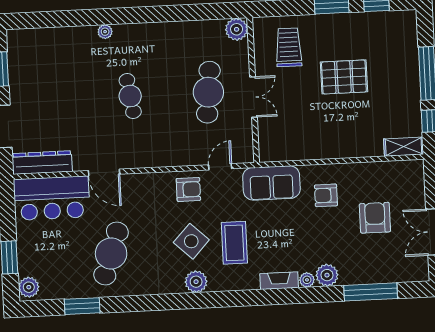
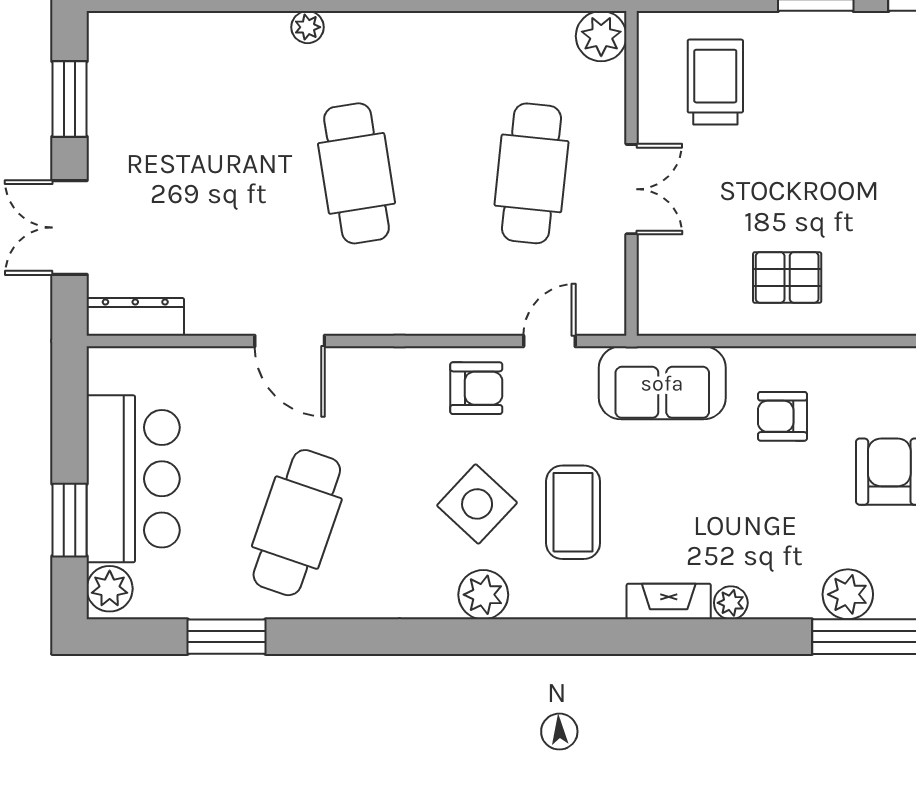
pallet: (344, 77) -> (787, 277), moved, width x0.67, depth x0.71
cafe table: (130, 96) -> (357, 173), width x1.37, depth x1.35
dresser: (42, 163) -> (135, 317), width x0.73, depth x0.80
bar counter: (52, 198) -> (133, 479), moved, turned -90
plant: (327, 275) -> (848, 594), moved

